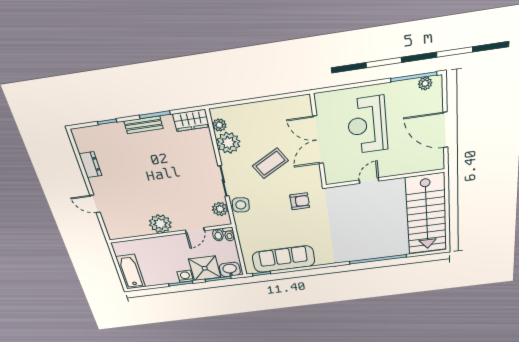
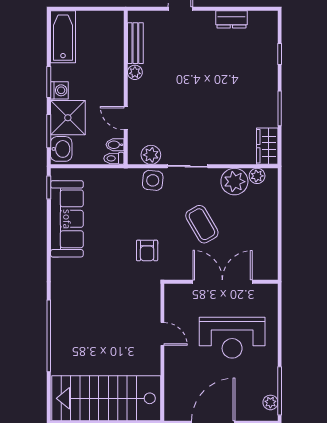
bench: (144, 125) -> (135, 43), moved
reception desk: (367, 125) -> (232, 338), turned 180
plant: (160, 224) -> (135, 72), width x0.53, depth x0.53
bathtub: (131, 272) -> (63, 37), moved, turned -90

